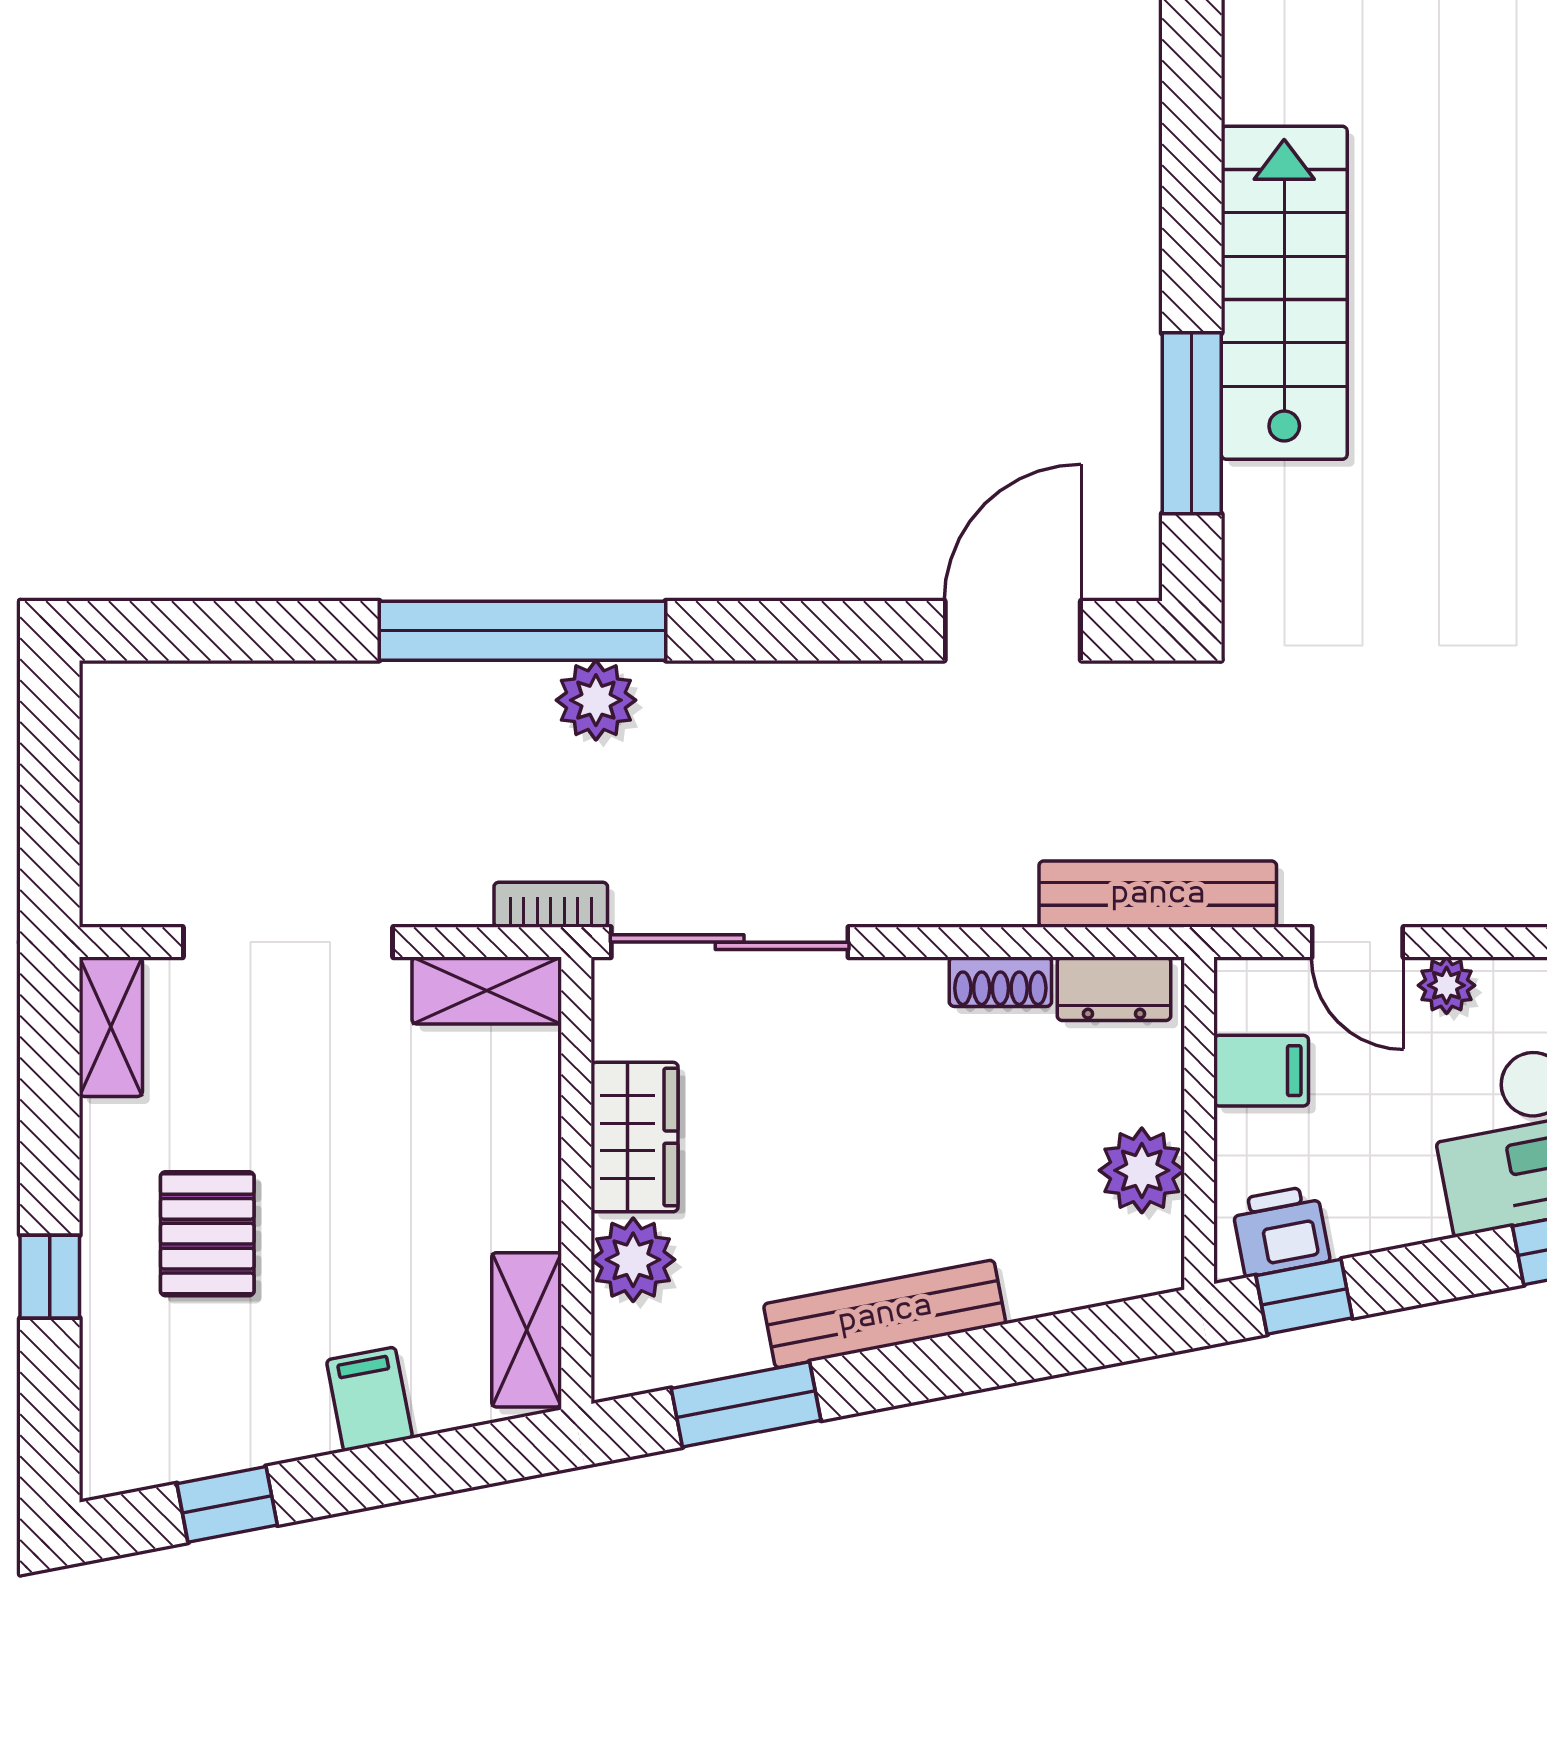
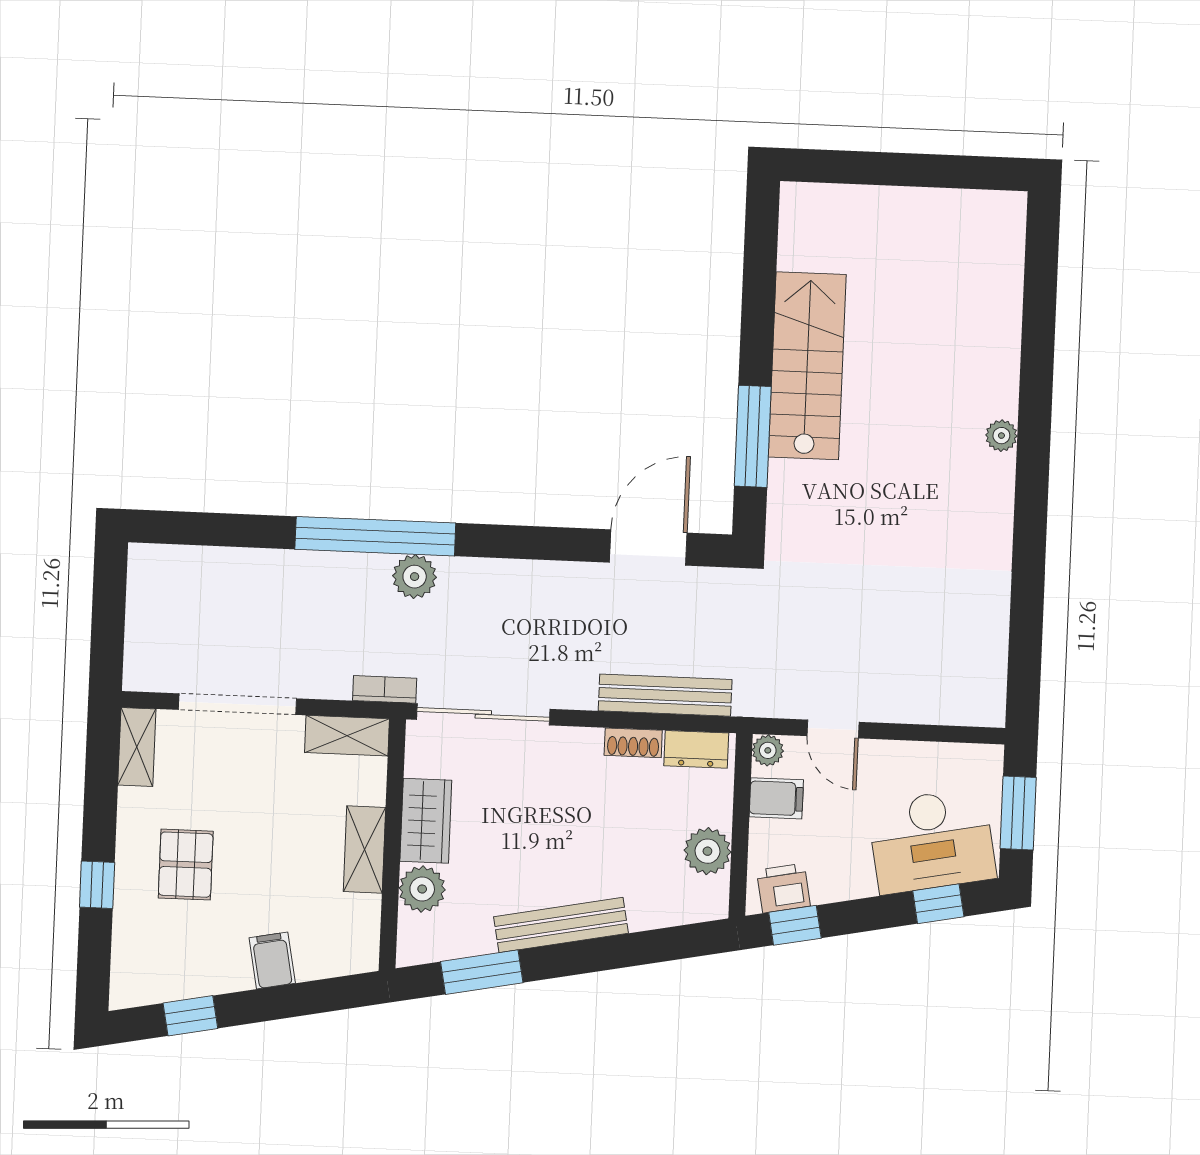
bench: (1158, 894) -> (665, 695), moved
plant: (1447, 985) -> (768, 750), moved
shelving: (527, 1330) -> (364, 850), moved

